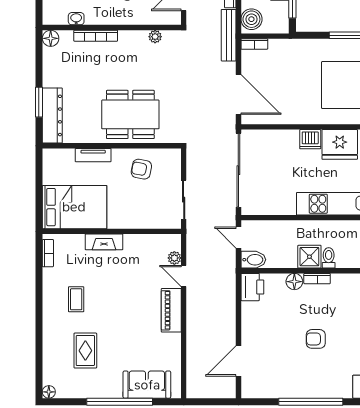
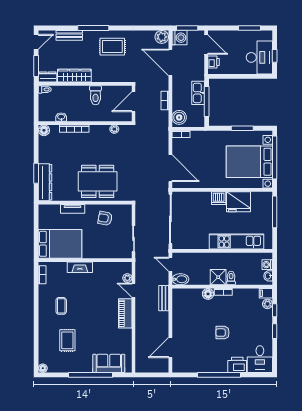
bench: (229, 35) -> (164, 298), moved, width x0.73
printer: (252, 287) -> (237, 365), moved, turned -90

